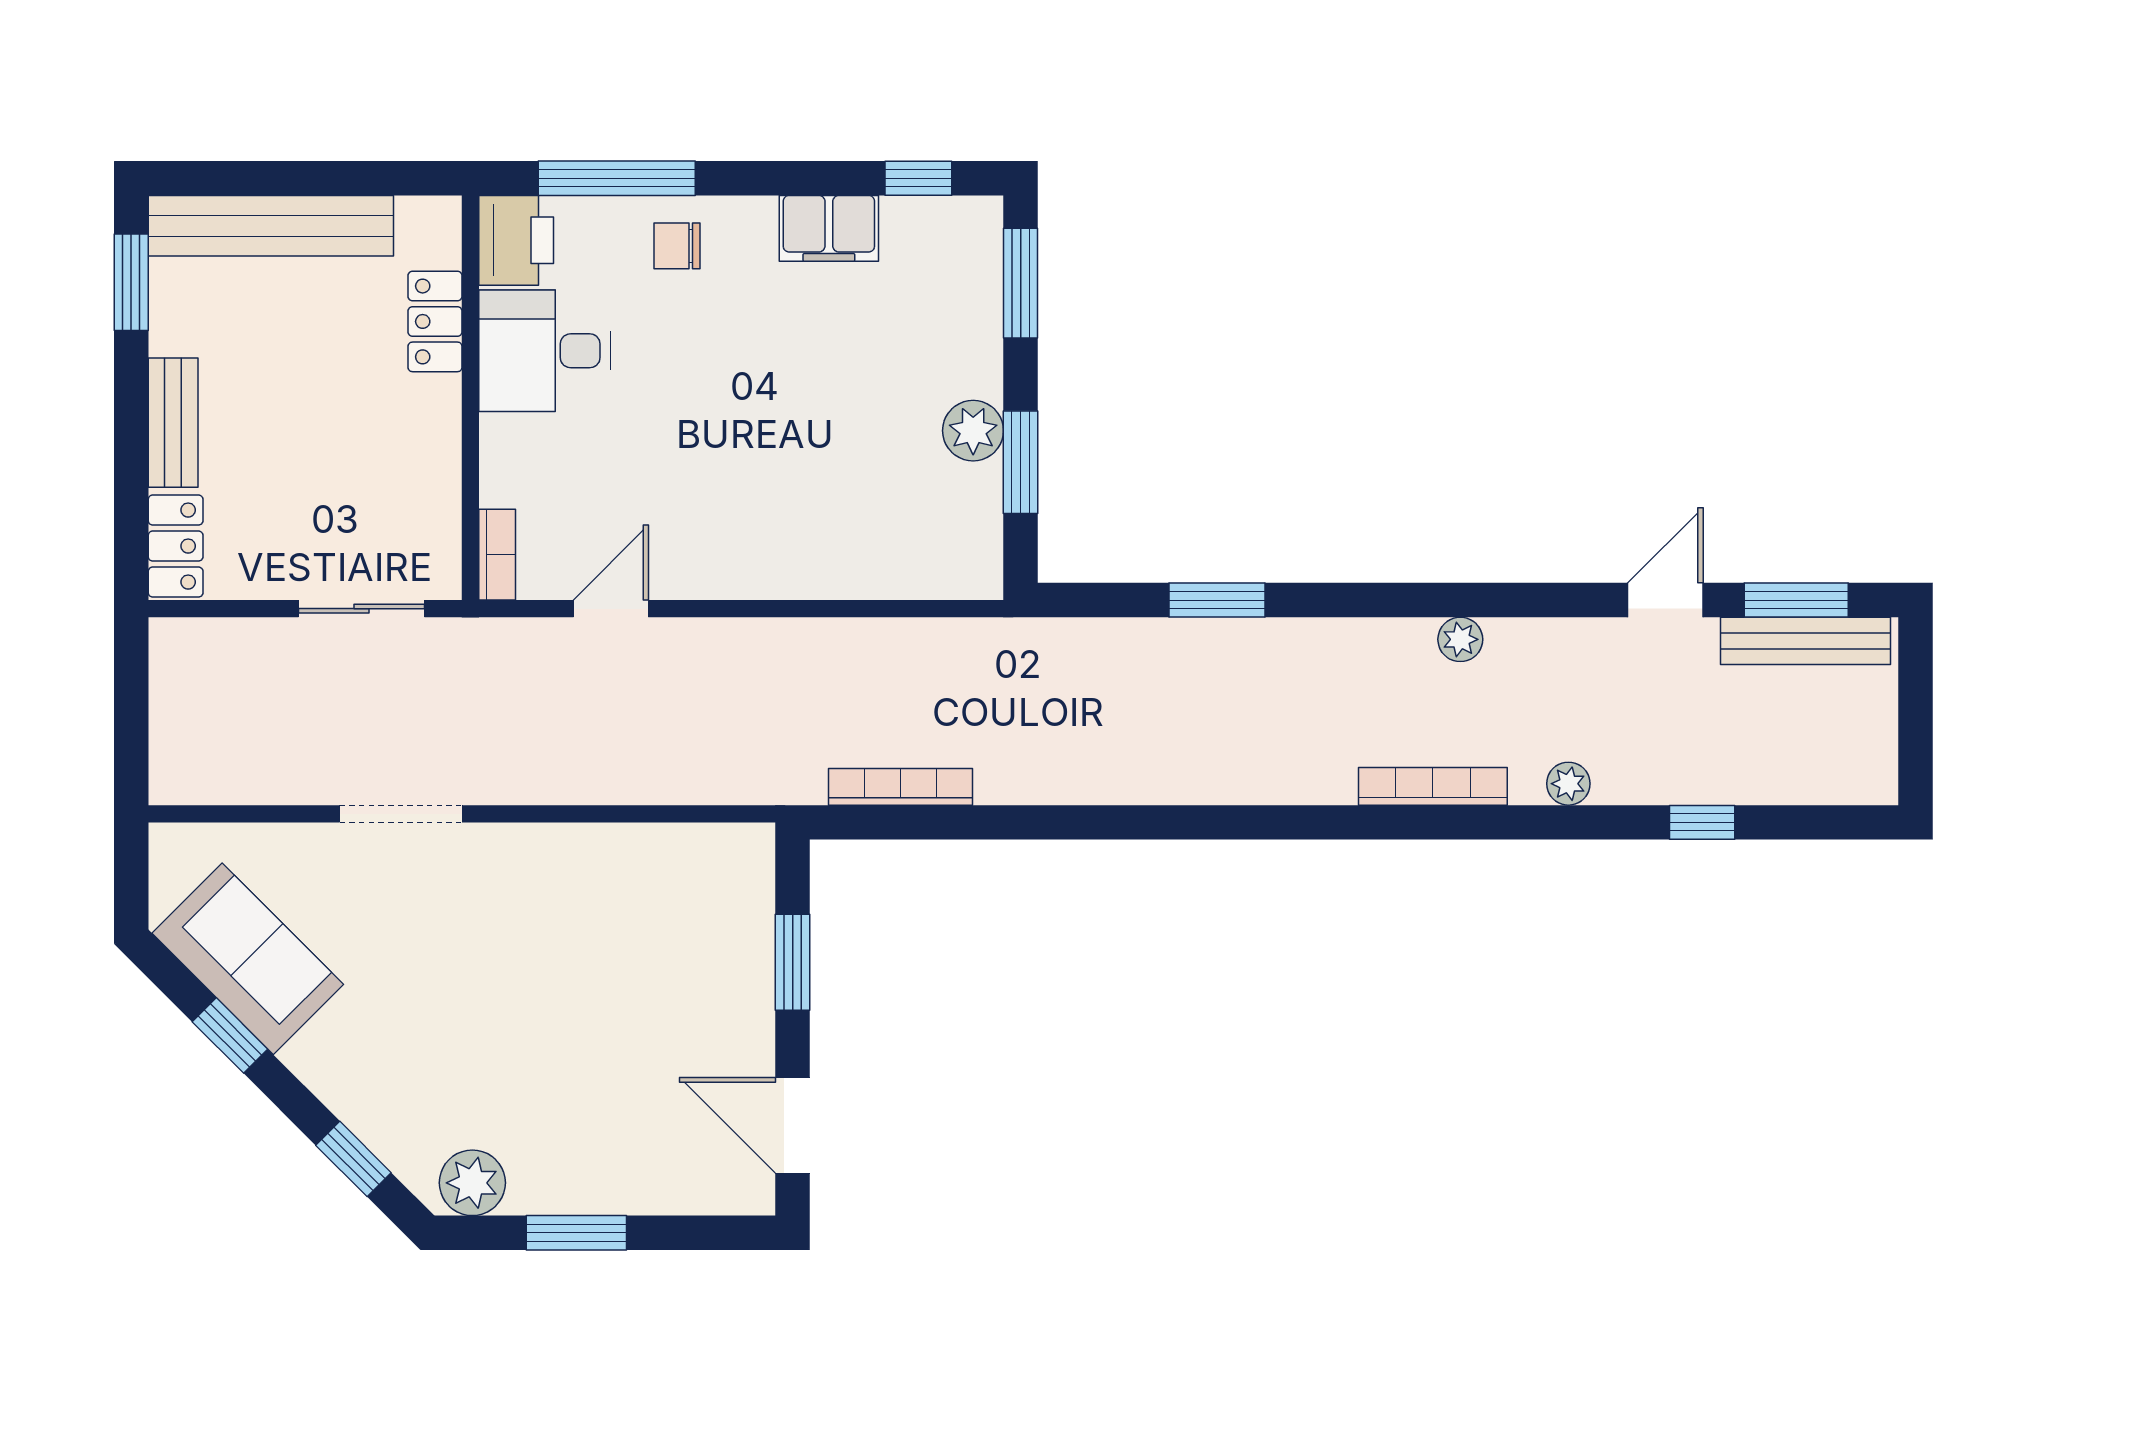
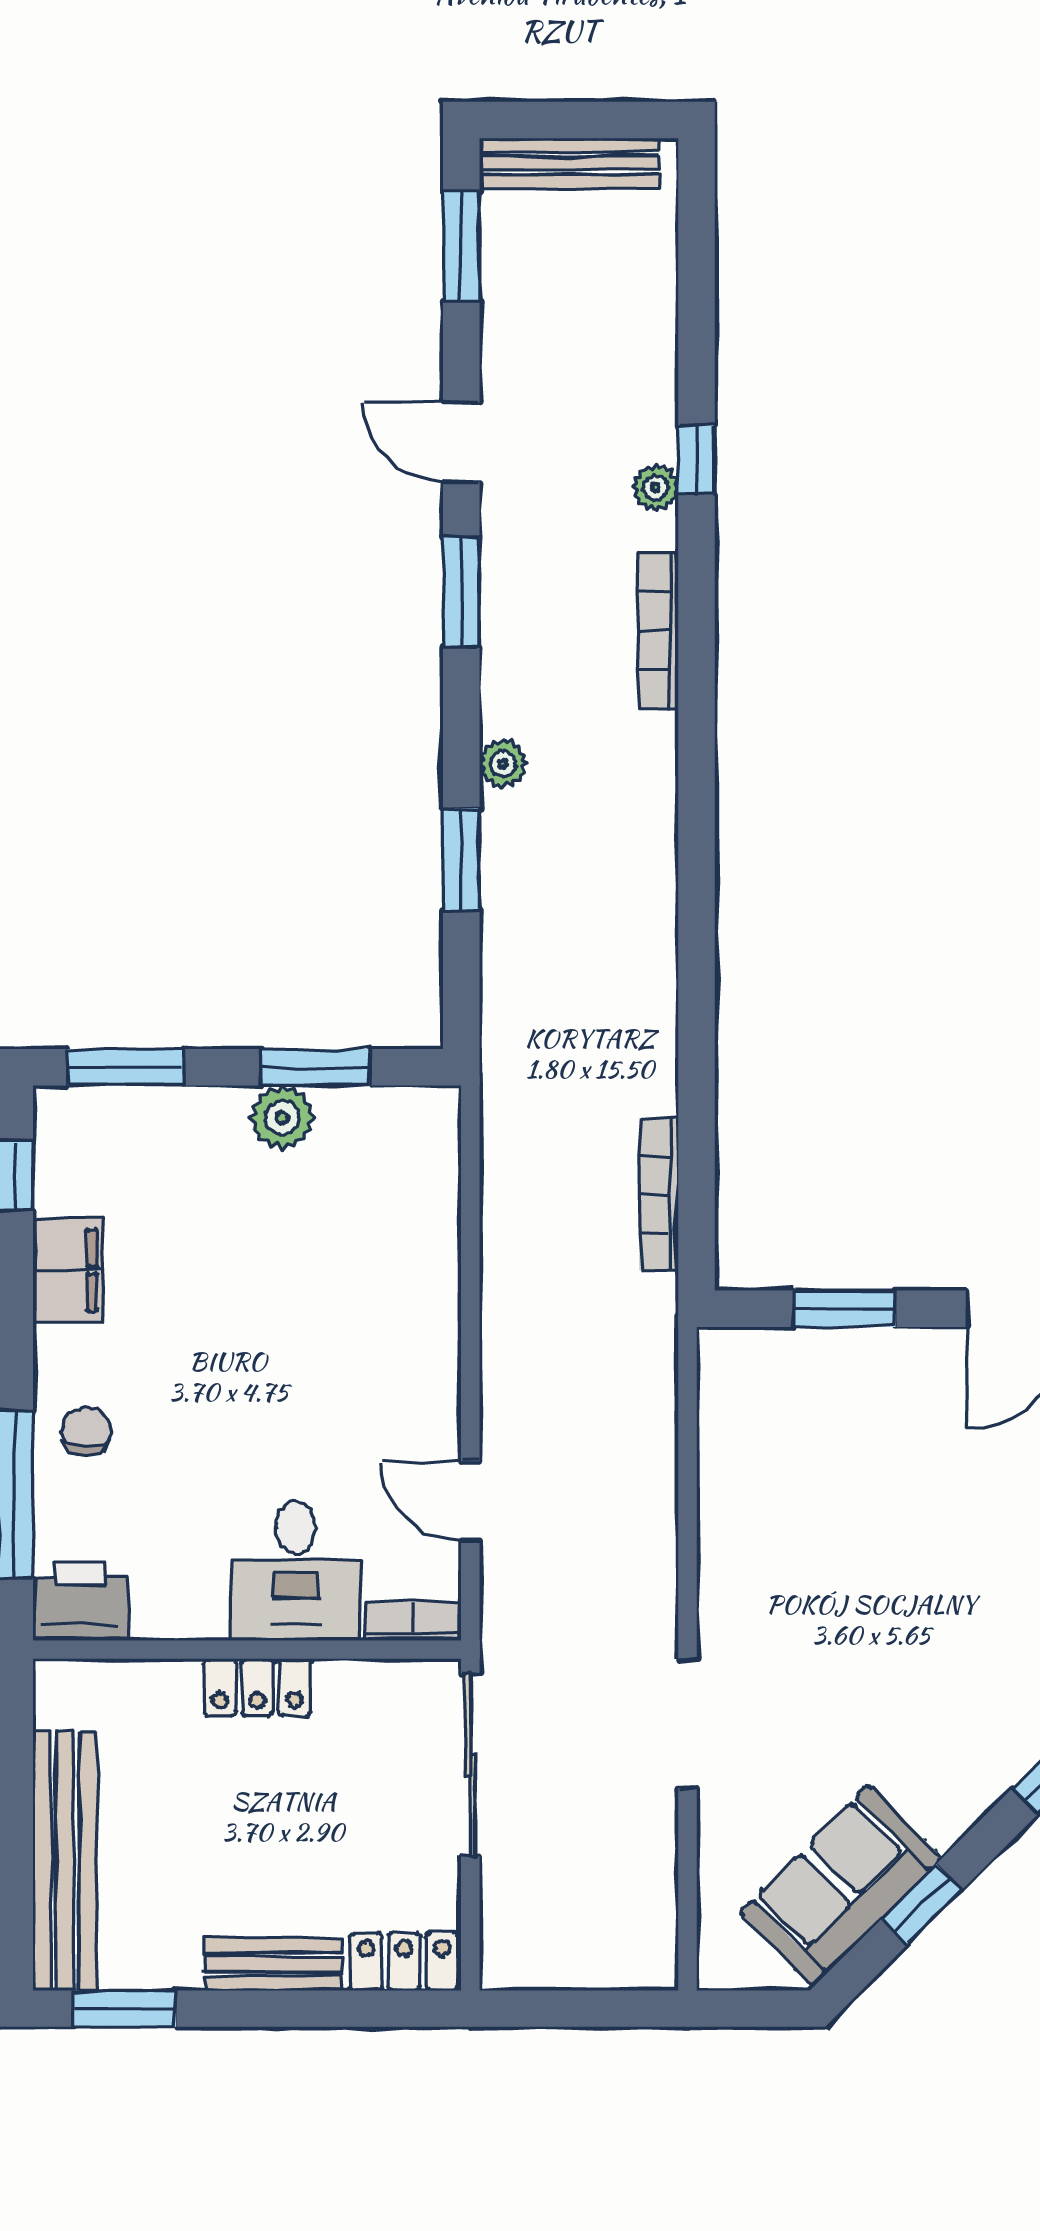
chair: (677, 246) -> (86, 1431), turned 180
locker: (435, 321) -> (257, 1687), moved
desk: (545, 351) -> (296, 1571), moved
window: (1469, 600) -> (461, 592), added
door: (1665, 600) -> (461, 442), moved
sliding door: (361, 609) -> (470, 1765), width x1.37
plant: (1460, 639) -> (503, 764), moved
bench: (1805, 641) -> (569, 163), moved, turned 90
window: (1702, 822) -> (697, 459), moved

